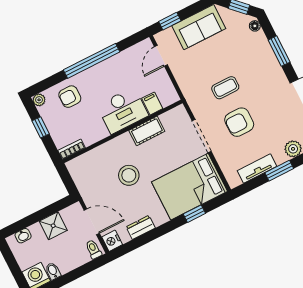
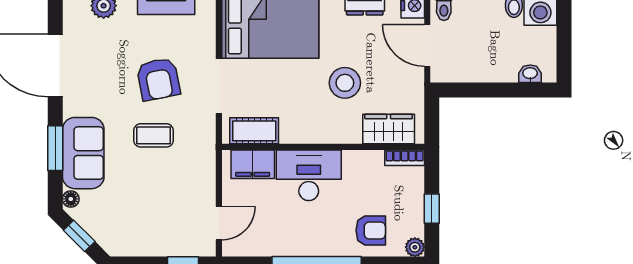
sofa: (199, 27) -> (83, 153), moved, turned 90
filing cabinet: (152, 103) -> (253, 164), width x2.00
armchair: (239, 122) -> (158, 79), turned 79
cot: (147, 131) -> (254, 131), moved
wardrobe: (89, 161) -> (389, 129), added
shower: (53, 226) -> (482, 67), removed

